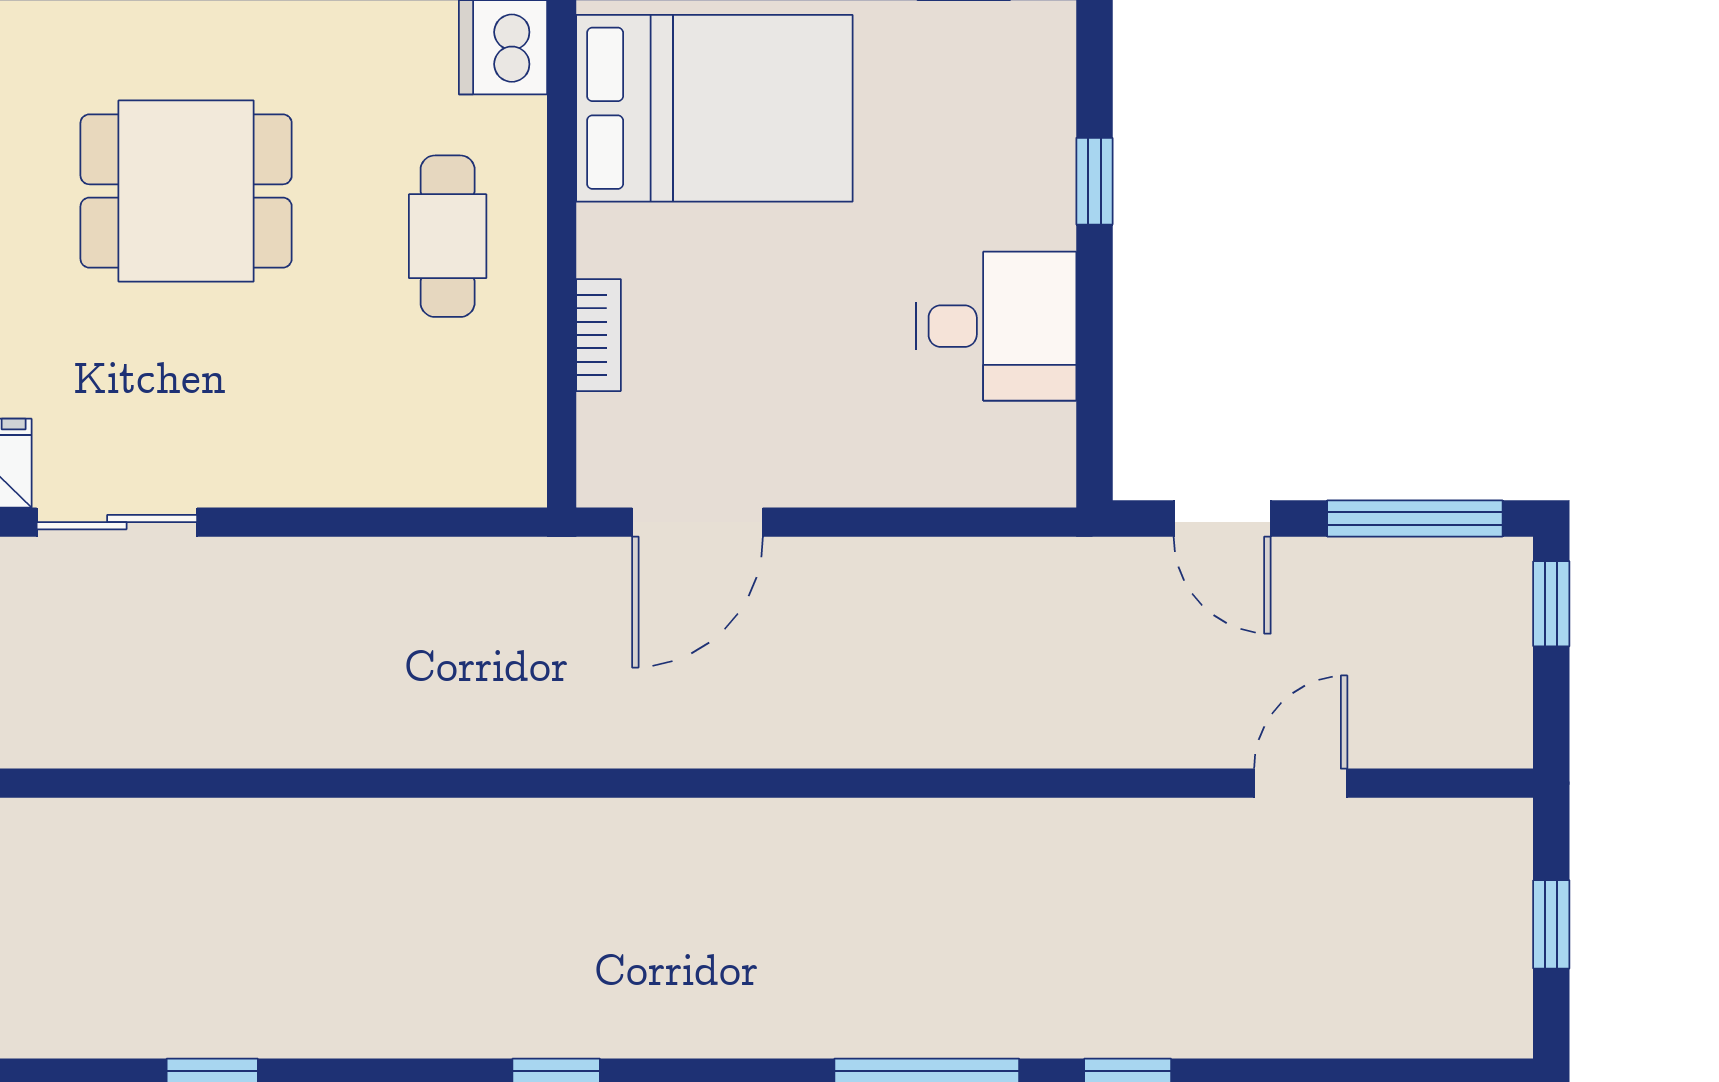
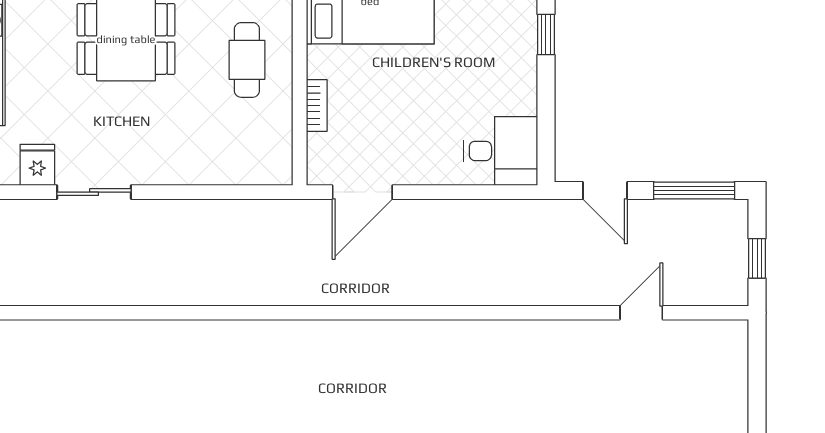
desk: (996, 326) -> (500, 151), moved
window: (1551, 604) -> (757, 258), moved
window: (1551, 924) -> (757, 378), removed

